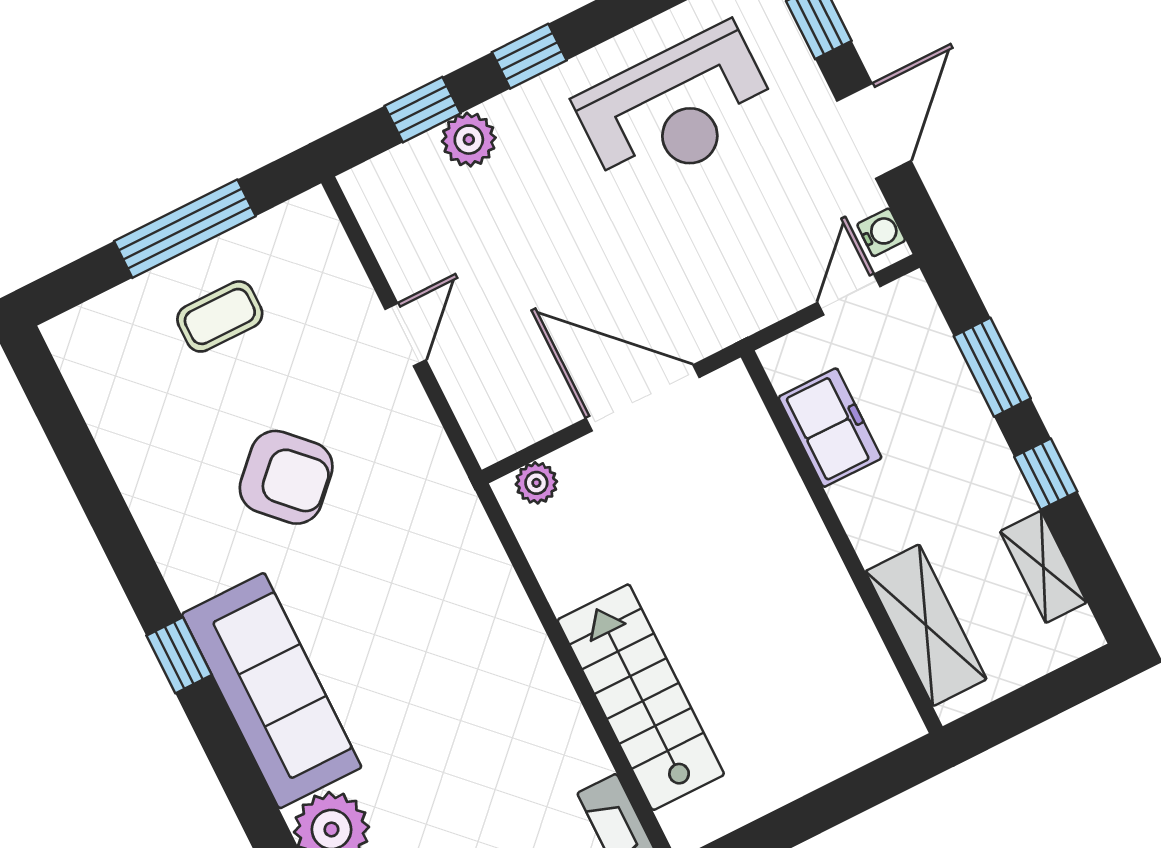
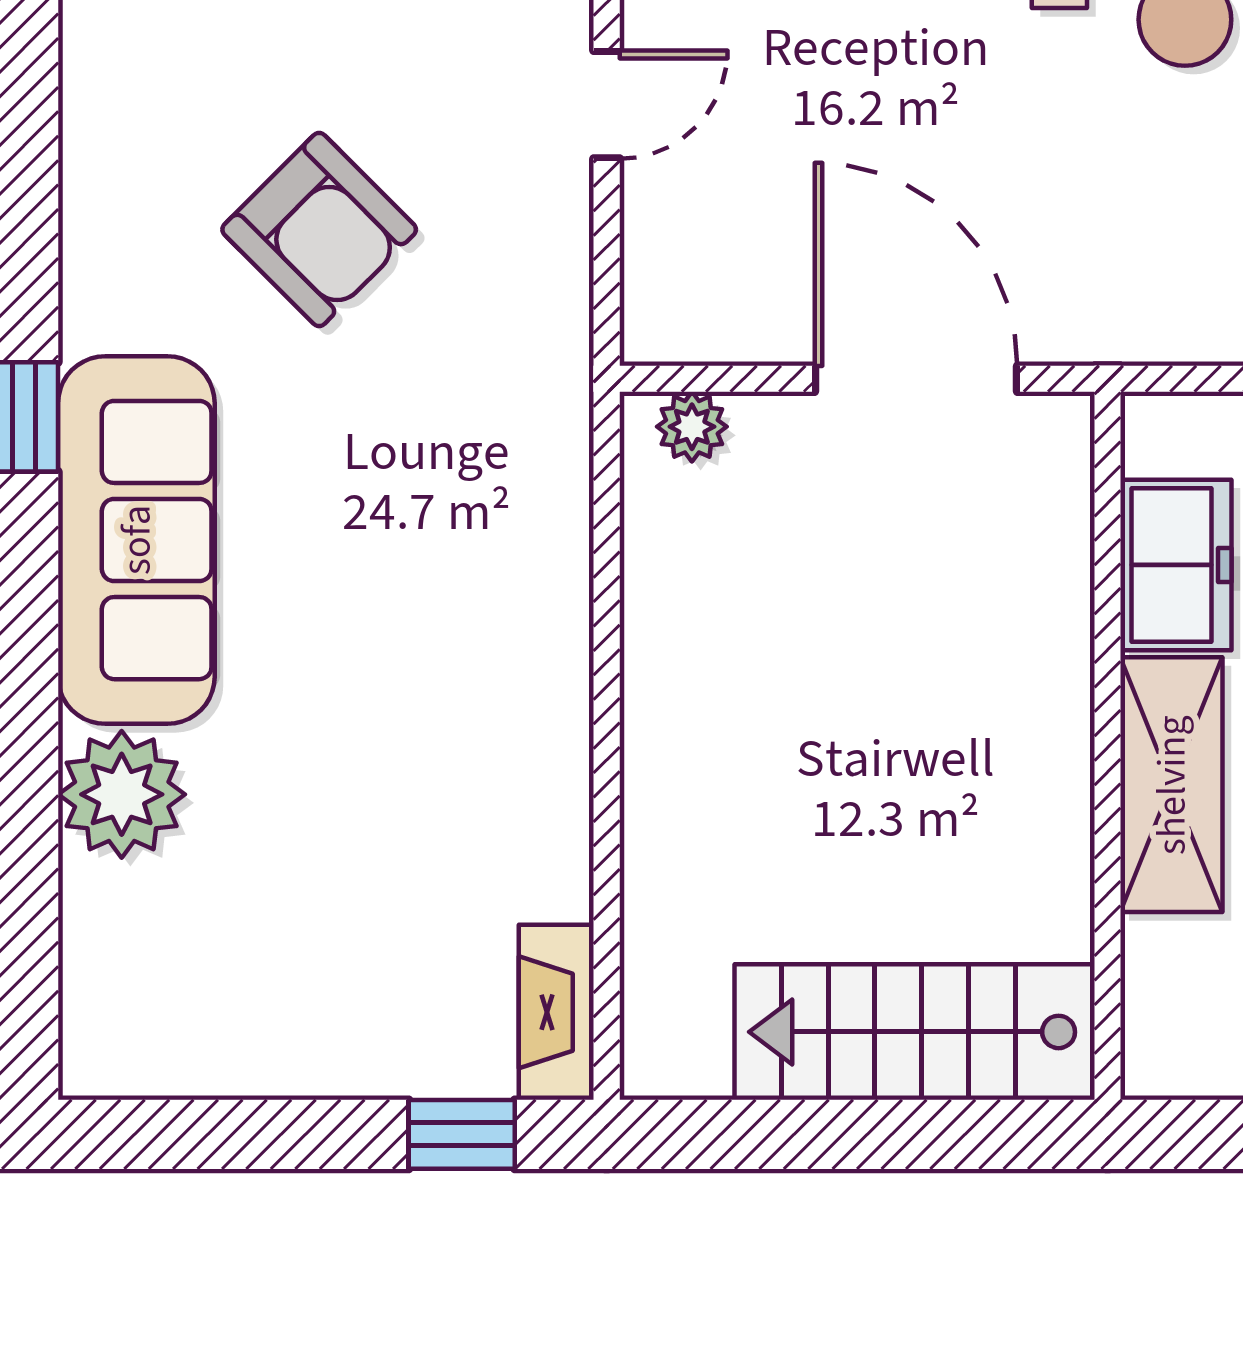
shelving: (926, 625) -> (1171, 785), moved
stairs: (641, 697) -> (915, 1032), moved, turned -90

